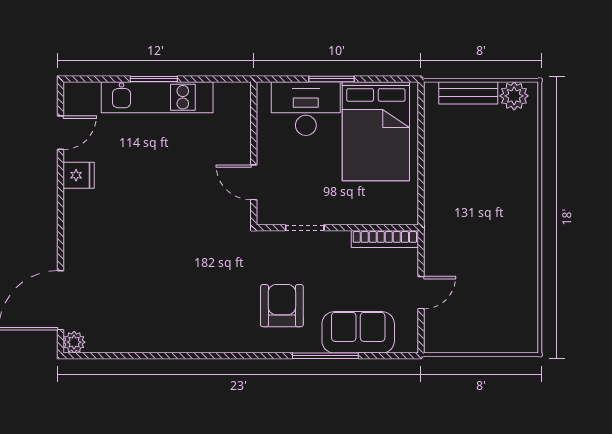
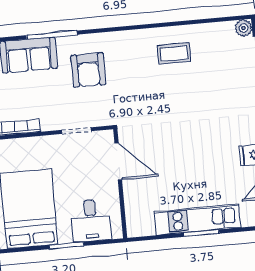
desk: (306, 109) -> (91, 221), width x0.73
door: (254, 182) -> (118, 162), width x1.38
coffee table: (168, 317) -> (174, 53), added

